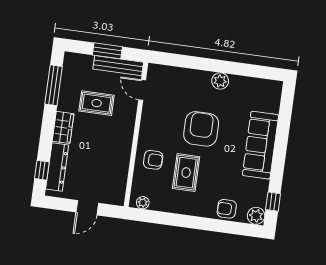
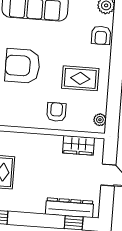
wardrobe: (63, 127) -> (78, 145), moved, turned 180
rug: (186, 173) -> (80, 78), moved

